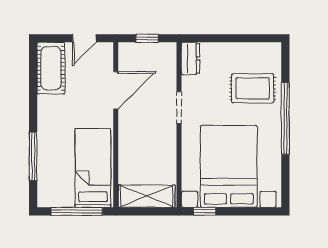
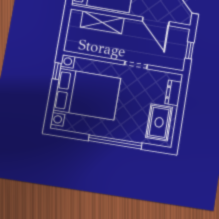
dresser: (191, 58) -> (173, 93), moved, turned 90
rug: (253, 88) -> (159, 122), moved
shelving: (147, 196) -> (102, 22), moved, turned 90

